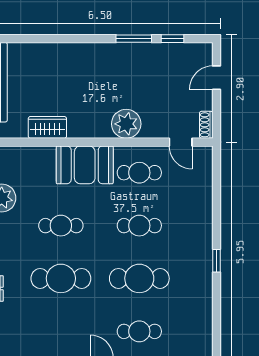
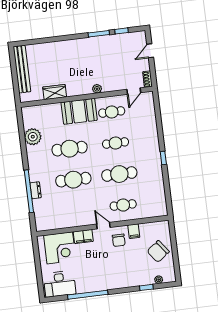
plant: (126, 124) -> (97, 89), width x0.53, depth x0.53
door: (181, 142) -> (134, 91), hinge flipped
cafe table: (61, 226) -> (70, 149), width x1.37, depth x1.35

